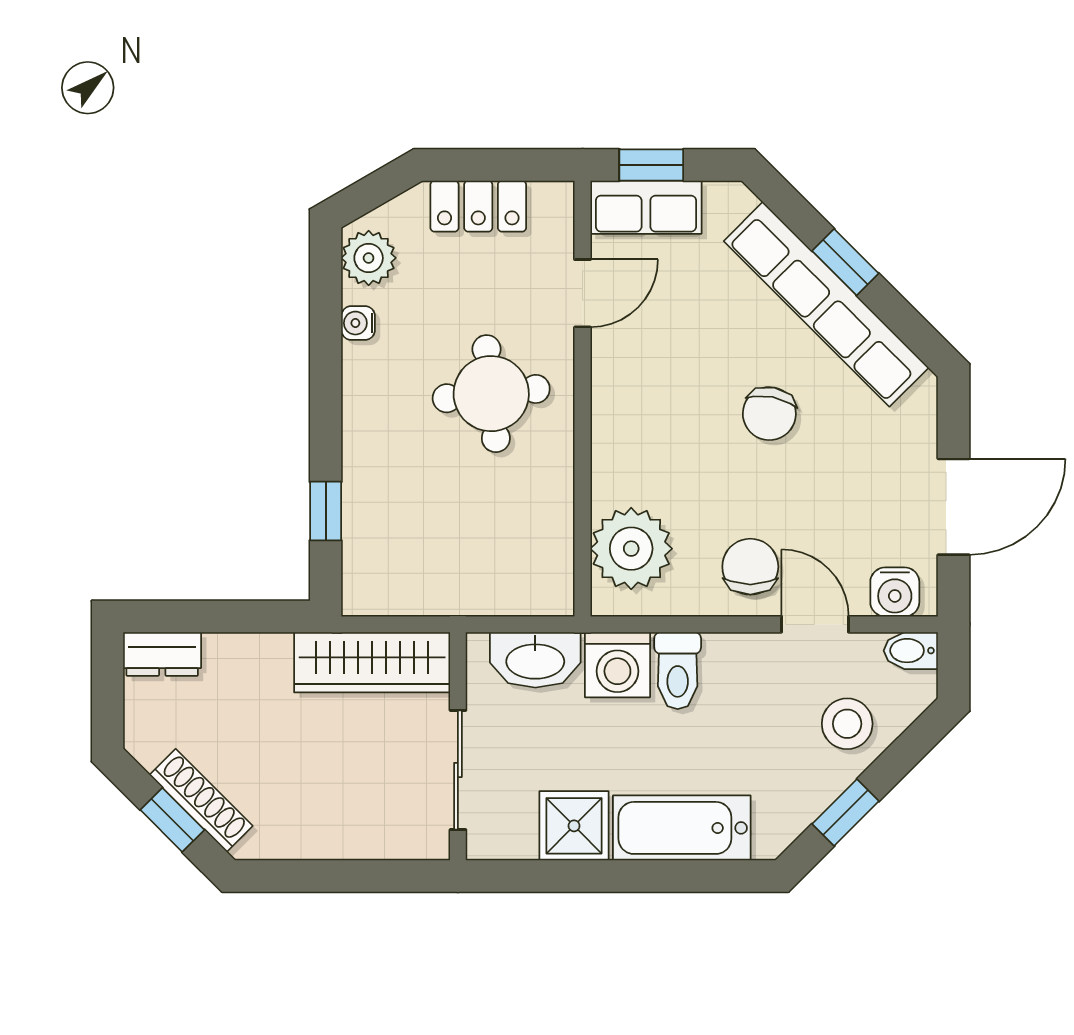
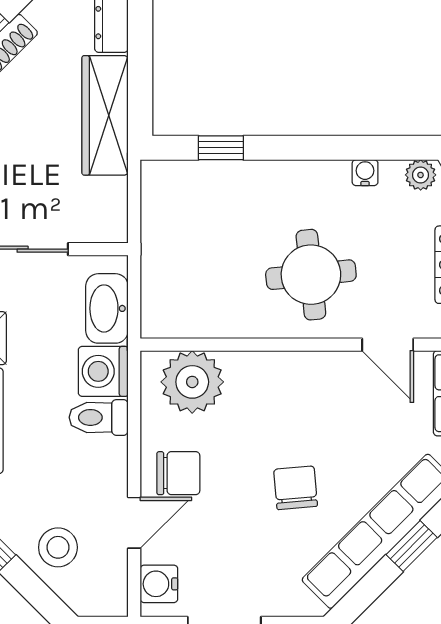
plant: (369, 258) -> (421, 175), width x0.73, depth x0.73
chair: (769, 414) -> (296, 488), turned 74
bidet: (911, 651) -> (114, 596), removed
wardrobe: (372, 662) -> (105, 115), moved

